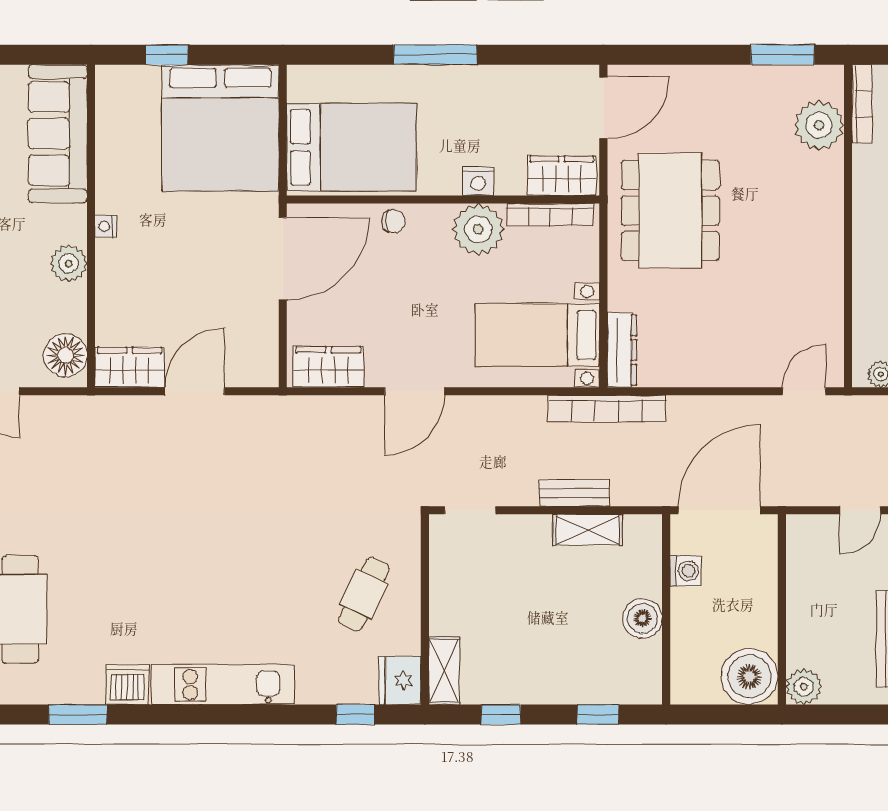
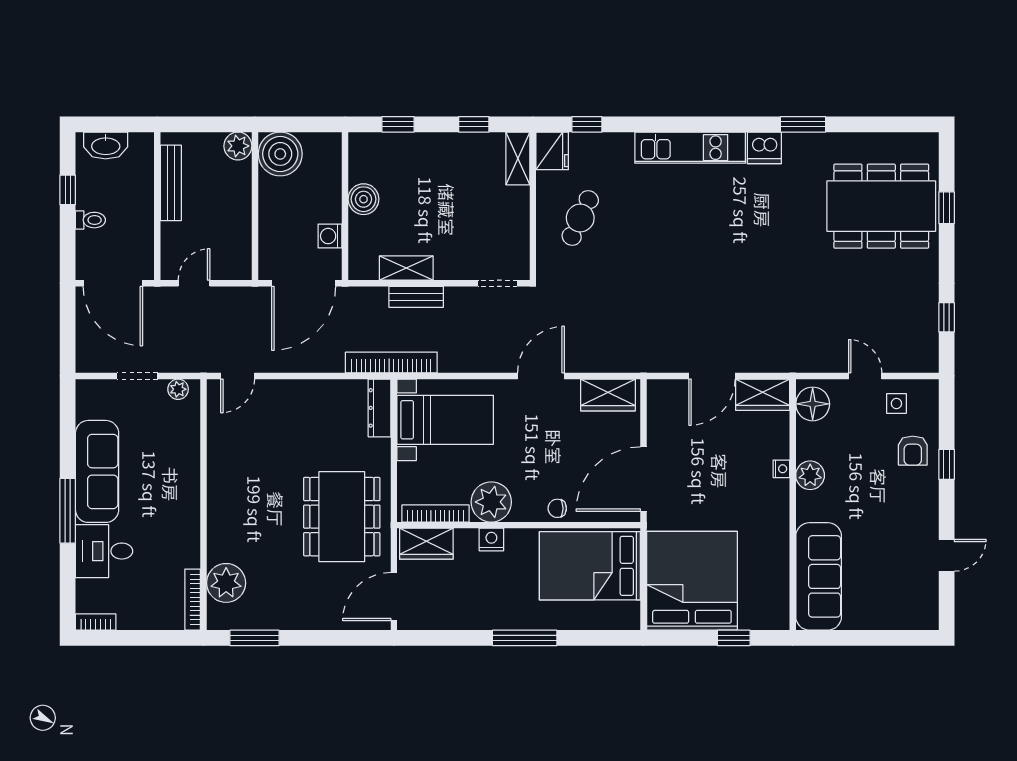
nightstand: (106, 226) -> (781, 469), moved

